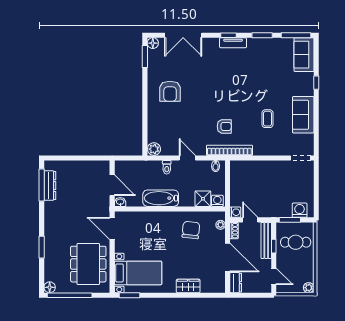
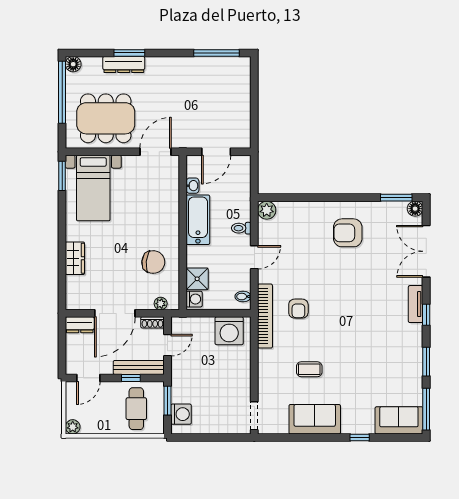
tv unit: (233, 43) -> (416, 304), moved
dresser: (50, 186) -> (124, 65), moved
washbasin: (120, 202) -> (193, 186), moved
washing machine: (235, 212) -> (229, 331), moved, width x1.89, depth x1.89

